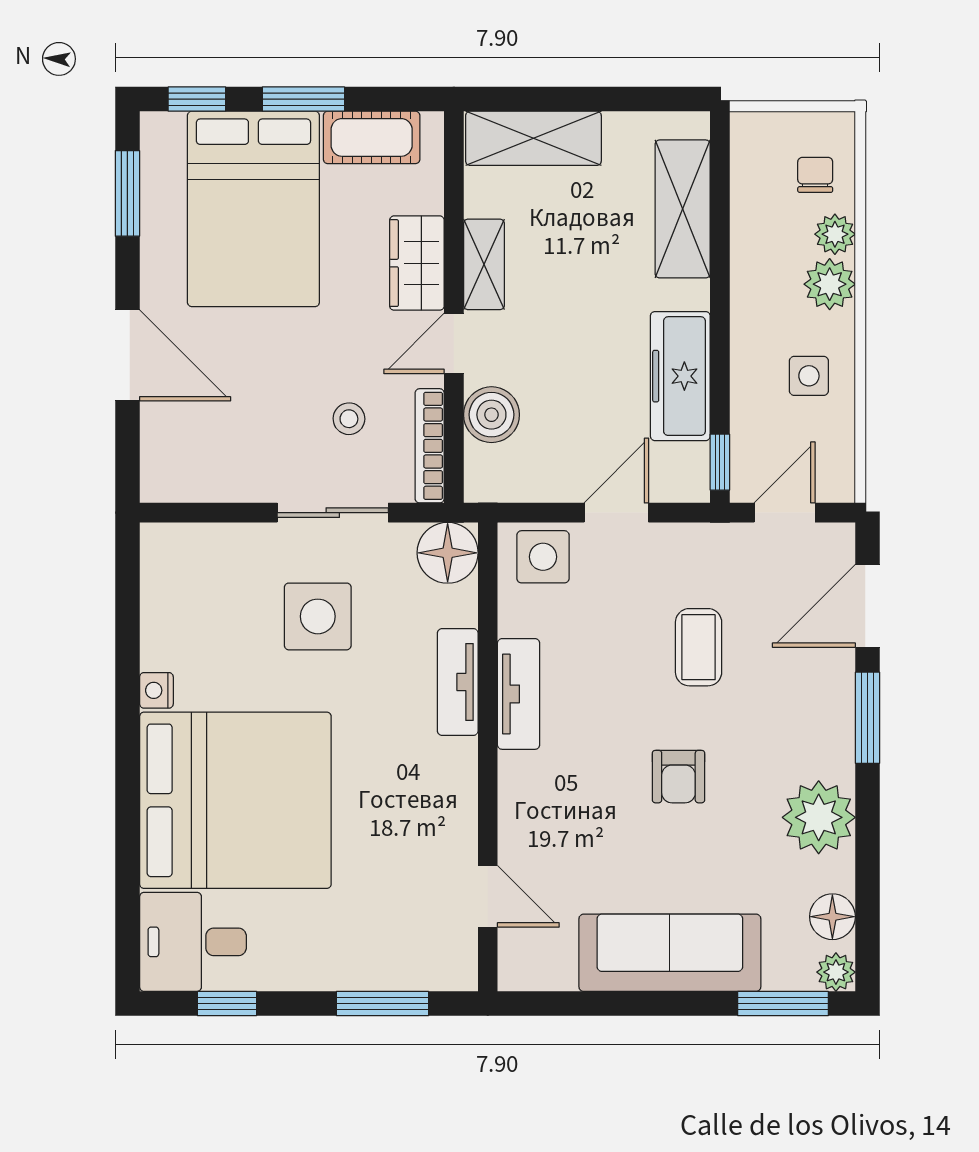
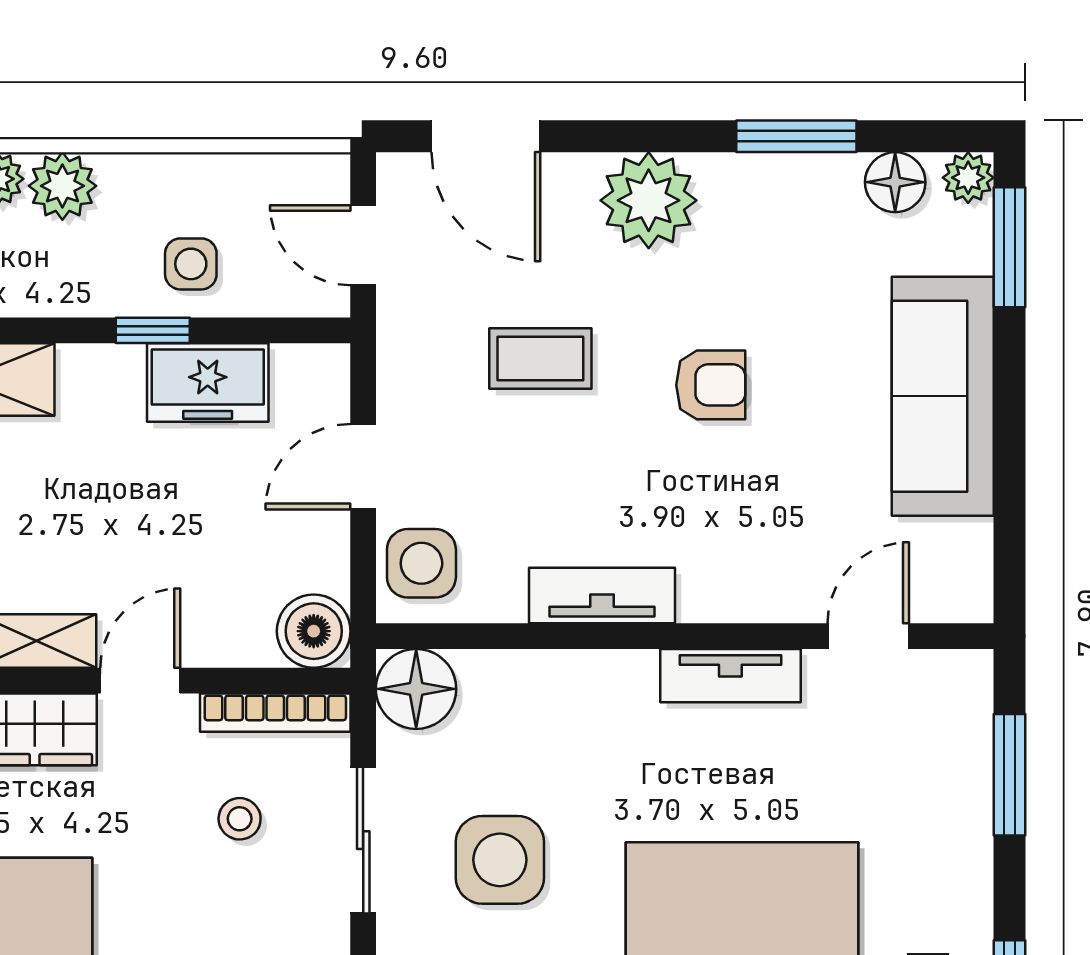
door: (454, 343) -> (140, 681), swing flipped
freezer: (680, 376) -> (208, 383), width x0.71
side table: (809, 376) -> (191, 264), moved
boiler: (491, 415) -> (314, 631), moved
window: (720, 462) -> (153, 330), moved
door: (616, 513) -> (363, 467), hinge flipped
tv unit: (458, 682) -> (730, 676), moved
window: (867, 718) -> (796, 136), moved
plant: (819, 817) -> (649, 200), moved

